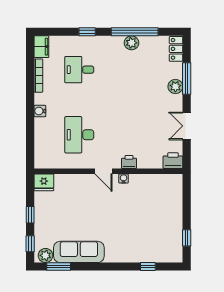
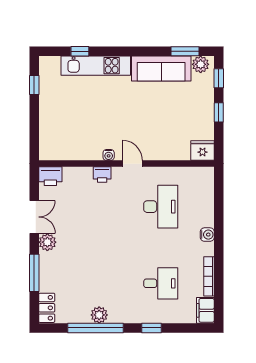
plant: (175, 87) -> (47, 242), moved
kitchen unit: (134, 254) -> (96, 66), added

